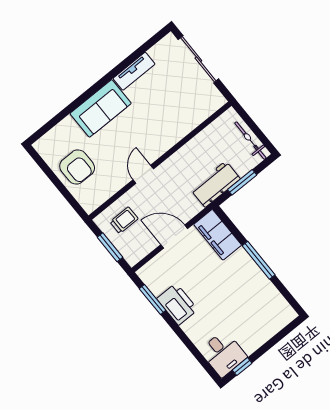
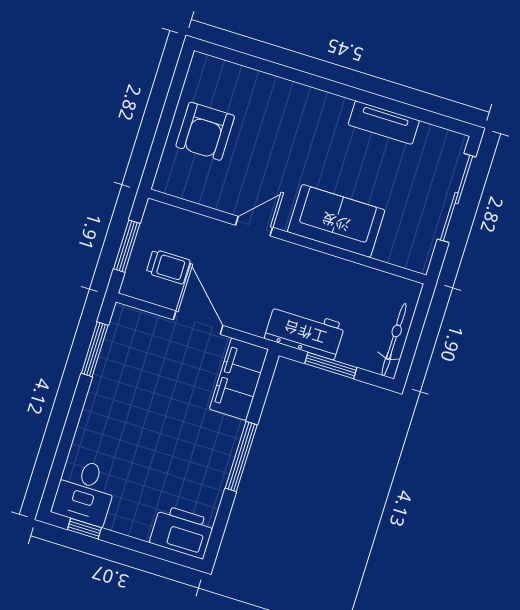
sofa: (101, 108) -> (336, 221), moved, turned 180
trolley: (124, 220) -> (168, 267), moved
printer: (177, 304) -> (182, 532), moved, turned -90

